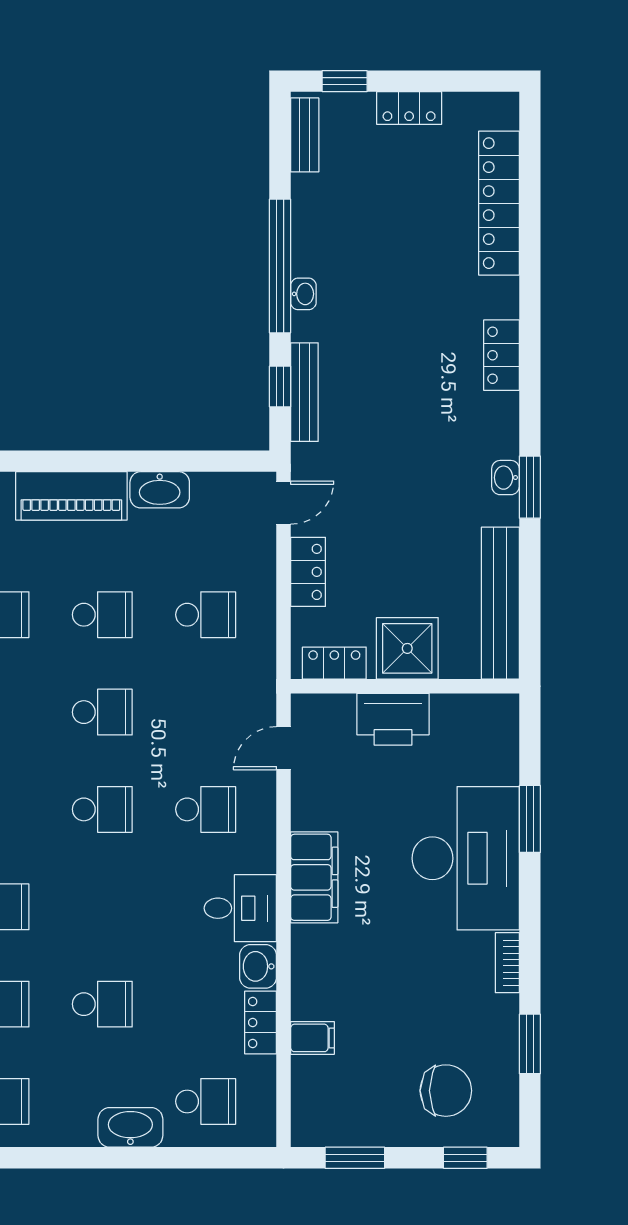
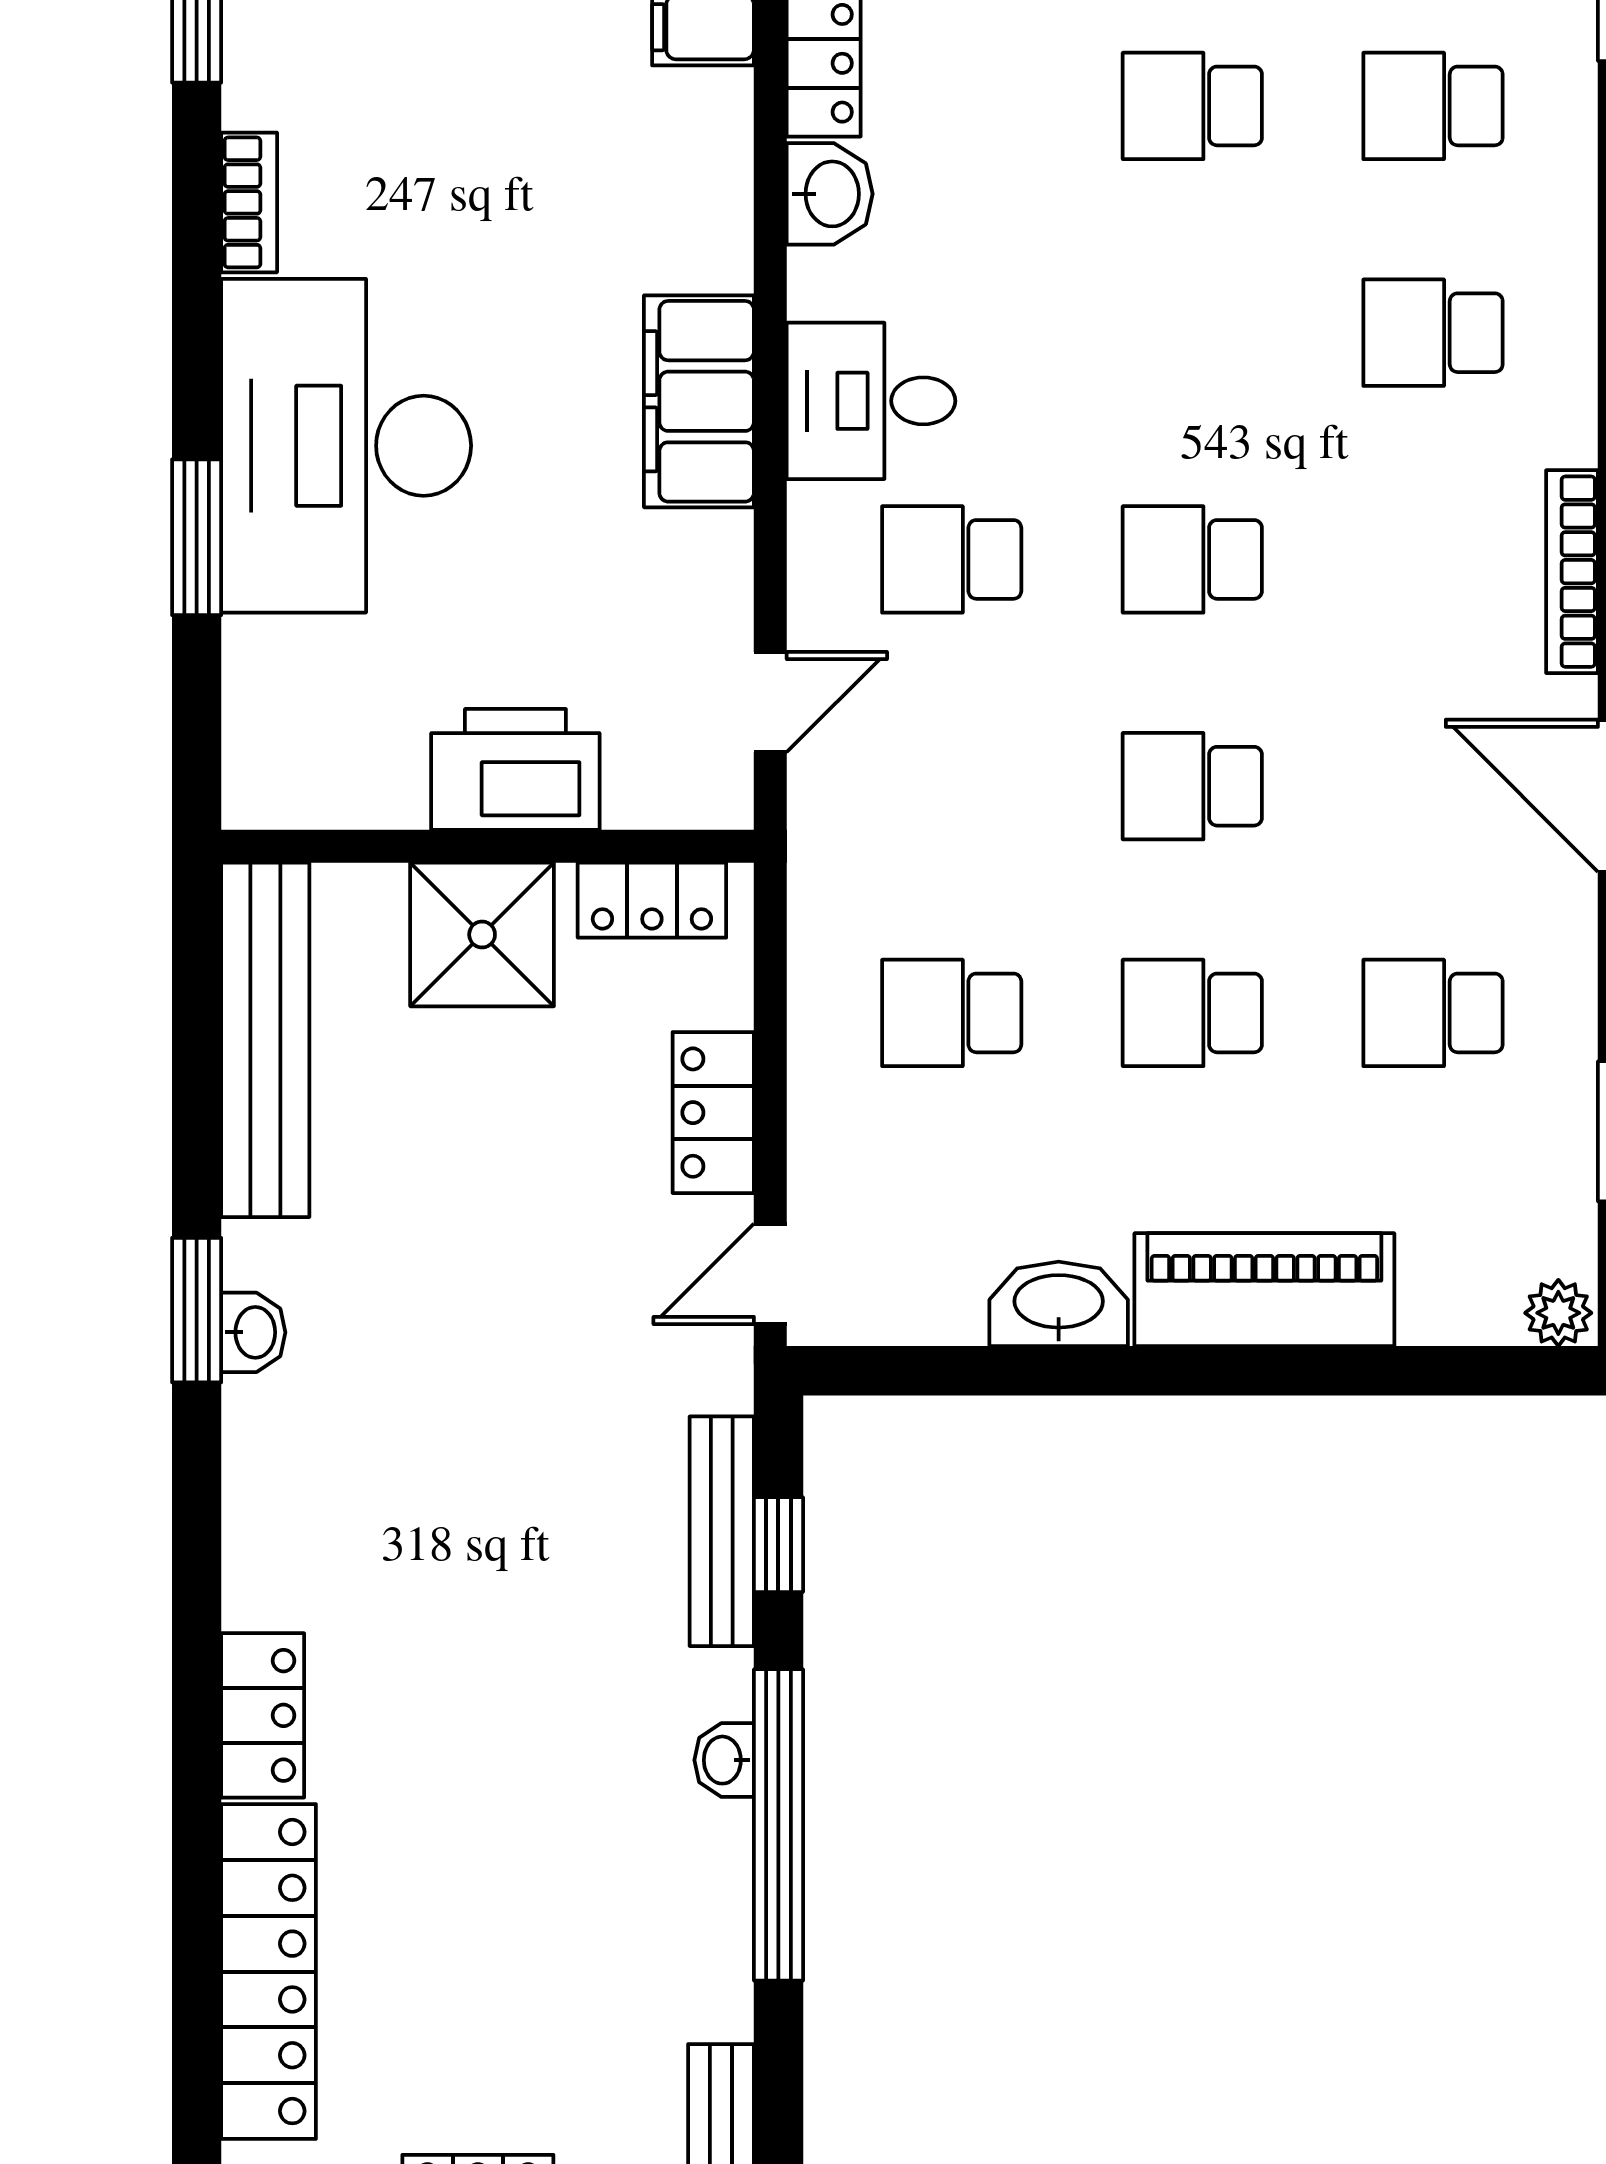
locker: (501, 355) -> (263, 1715), moved
desk: (240, 908) -> (871, 401), moved

